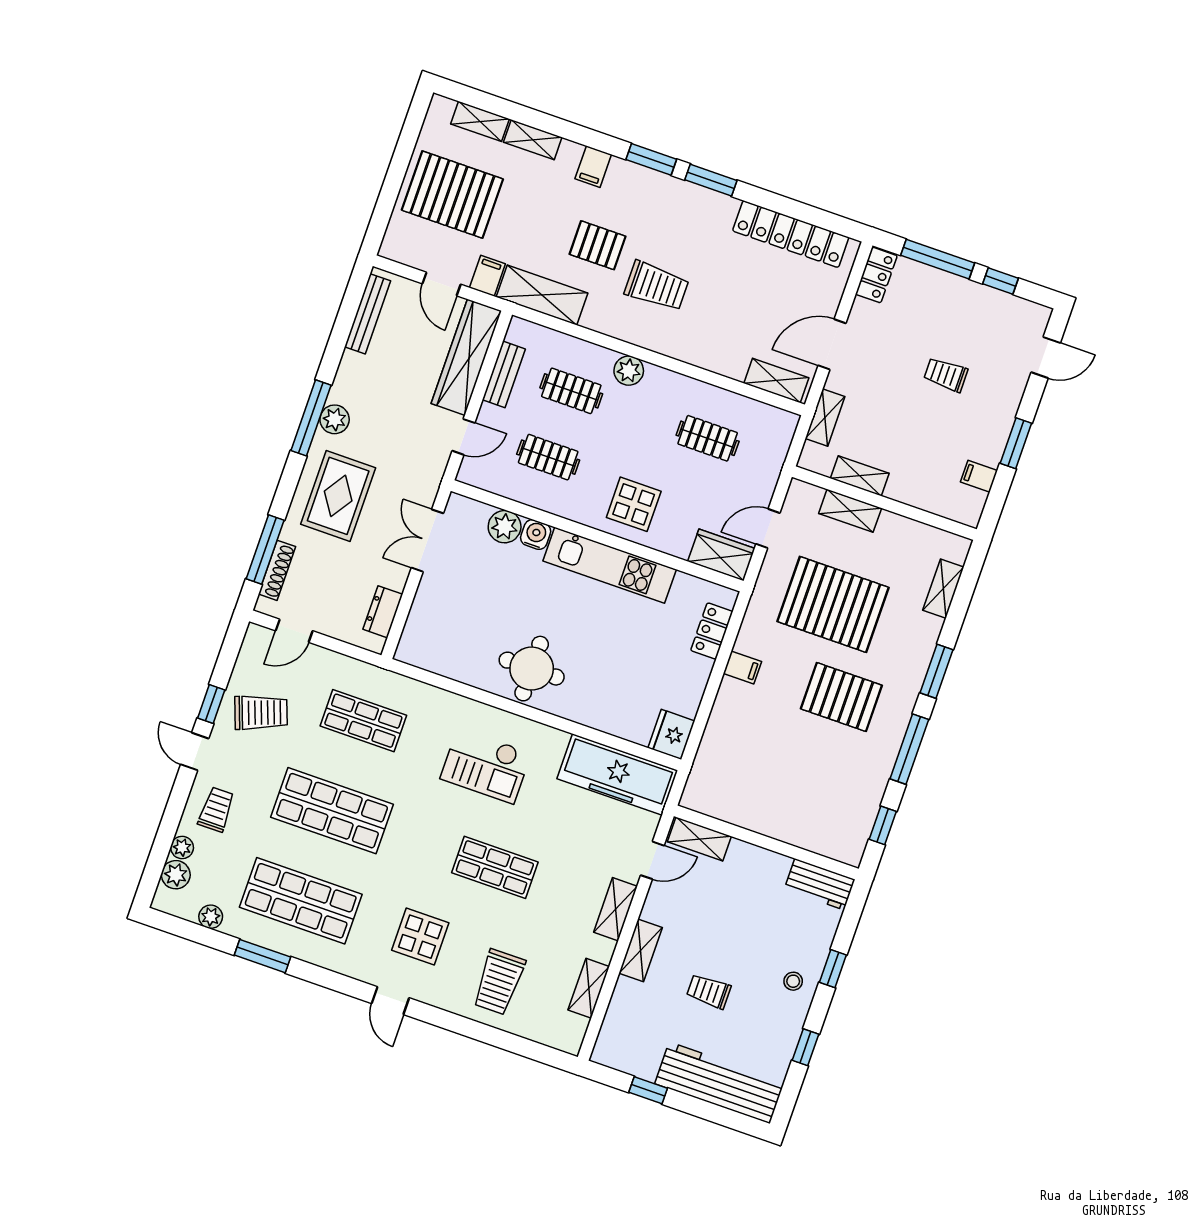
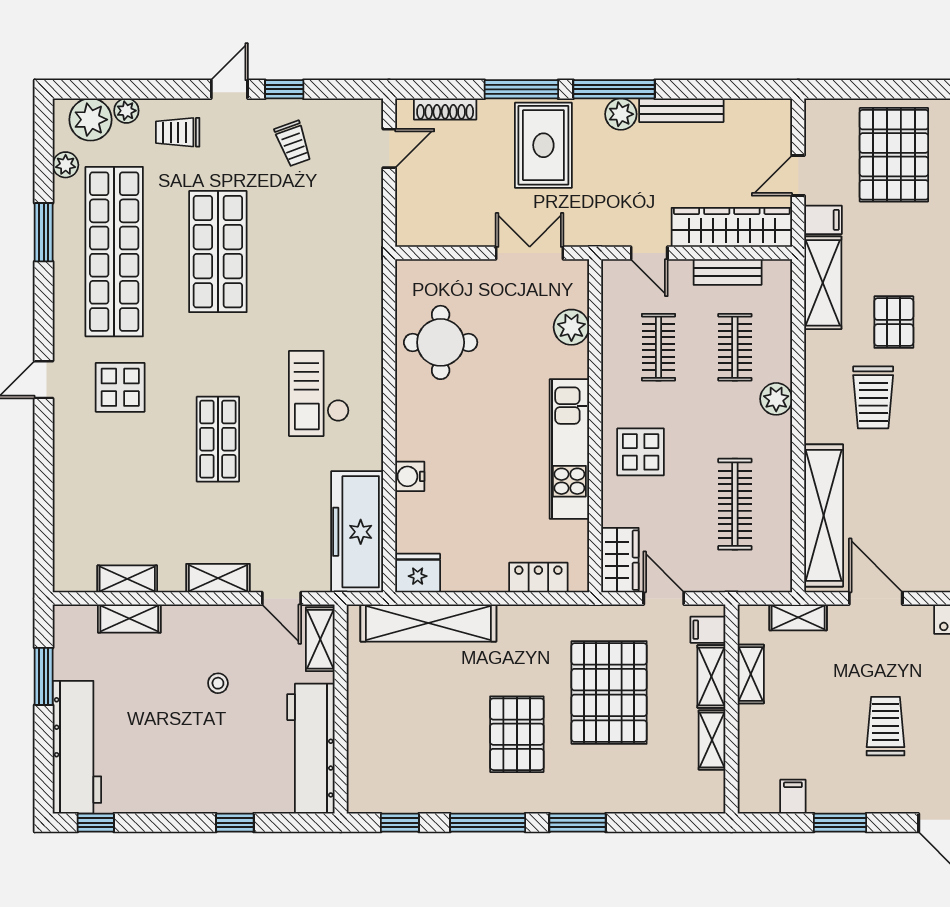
bench: (368, 314) -> (681, 110), moved
trolley: (946, 375) -> (885, 726), width x1.36, depth x1.39
shelving: (776, 381) -> (824, 515), width x2.20, depth x1.33
clothes rail: (708, 438) -> (735, 504), width x1.36
rug: (338, 496) -> (543, 145), turned 90
water cooler: (536, 535) -> (410, 476), moved, turned 180
window: (265, 549) -> (521, 89), moved
shelving: (943, 589) -> (712, 740), moved, turned 90
dresser: (383, 612) -> (440, 233), removed
door: (294, 631) -> (389, 148), swing flipped
filing cabinet: (742, 667) -> (708, 630), moved, turned 90
round table: (532, 669) -> (441, 342), moved
trolley: (261, 713) -> (293, 144), width x0.73, depth x0.72
shop shelf: (363, 721) -> (322, 252), removed
shelving: (718, 740) -> (428, 623), added
trolley: (216, 809) -> (178, 132), turned 180
plant: (176, 875) -> (91, 120), width x1.36, depth x1.36
workbench: (820, 884) -> (311, 749), width x1.88, depth x1.32
shop shelf: (301, 901) -> (114, 252), width x1.40
shelving: (641, 950) -> (129, 619), moved
stool: (793, 981) -> (218, 683), moved
trolley: (499, 982) -> (102, 484), removed
trolley: (709, 991) -> (167, 703), removed
window: (805, 1047) -> (96, 823), moved
window: (648, 1090) -> (44, 676), width x1.50

